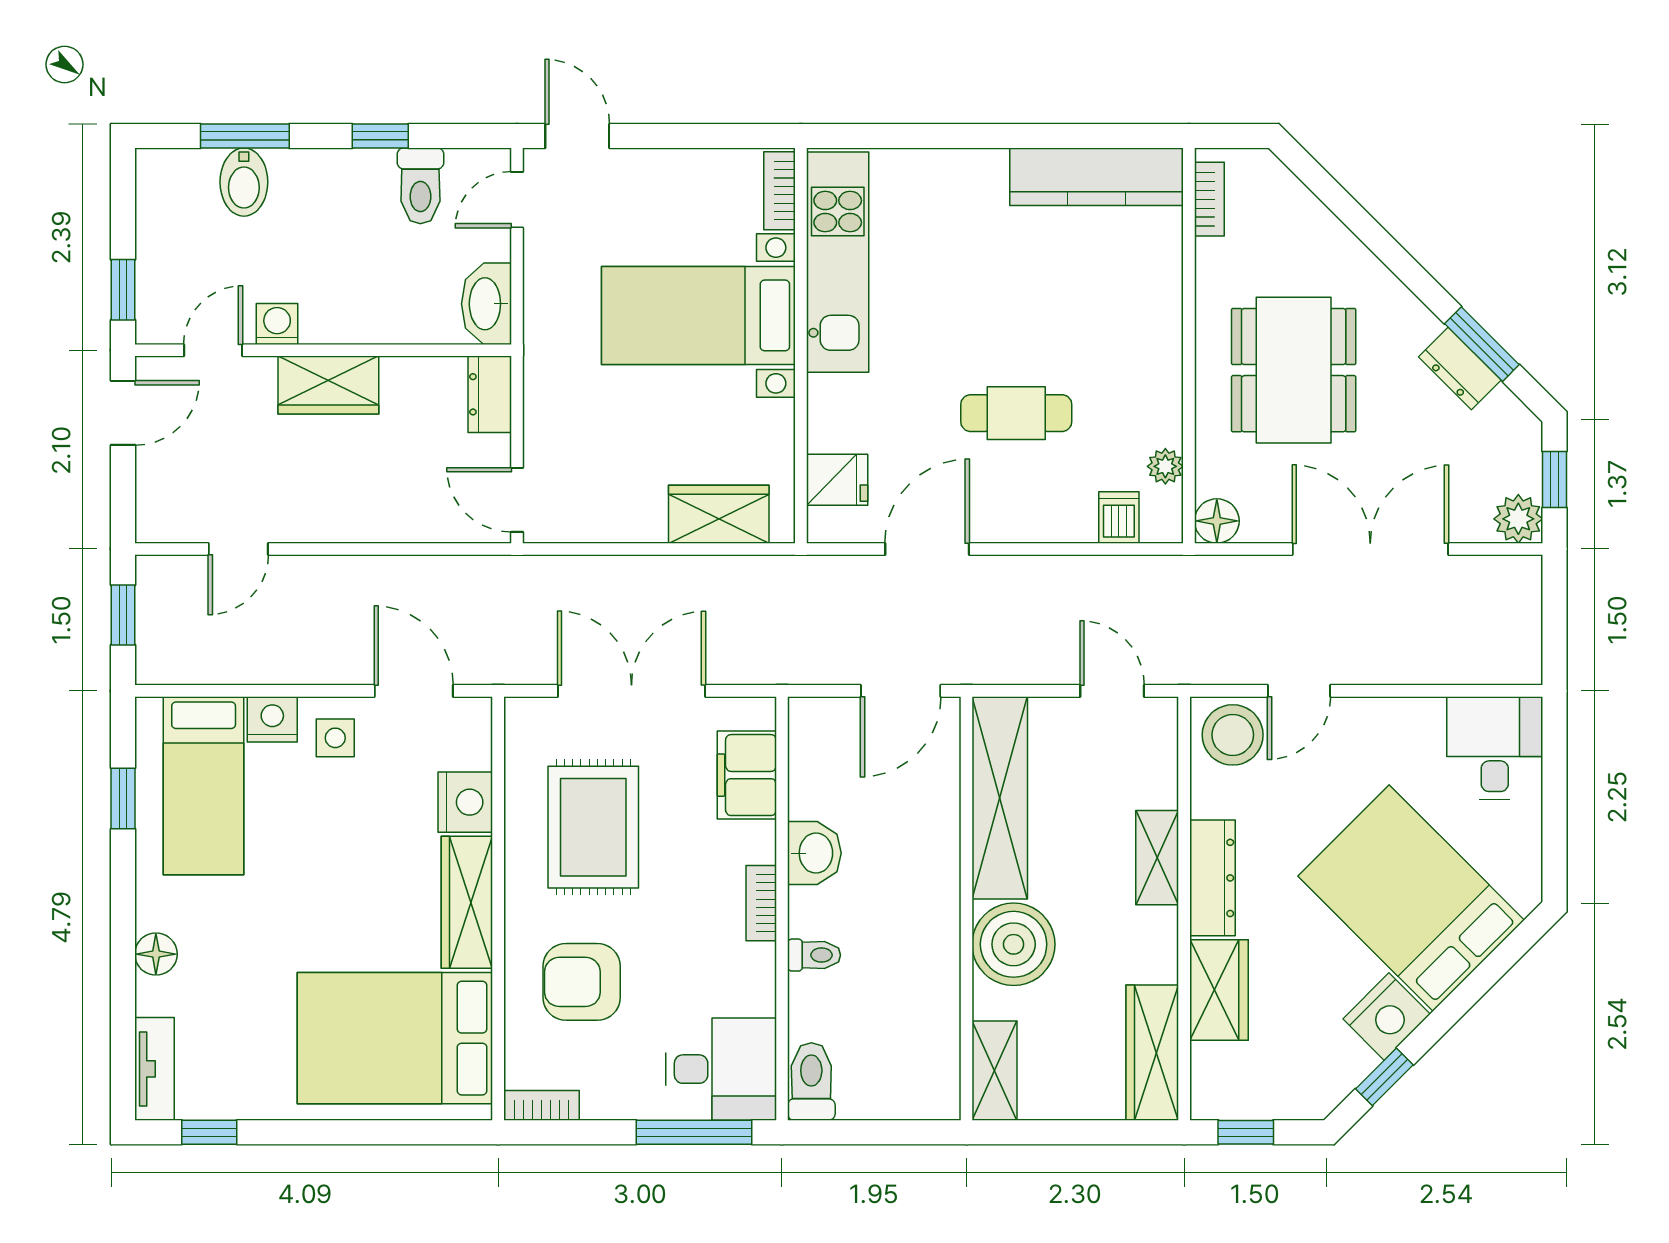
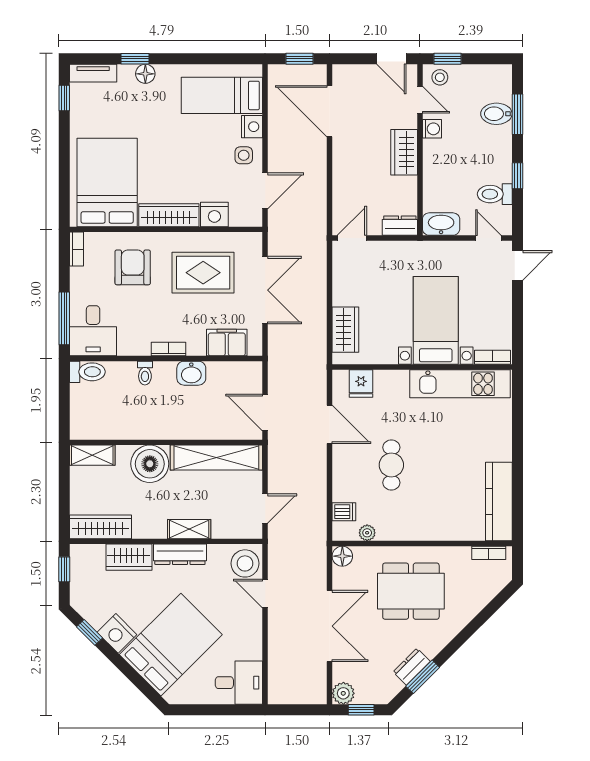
stool: (164, 306) -> (440, 77), added
door: (238, 549) -> (330, 111), width x1.88
window: (123, 799) -> (135, 59), moved

